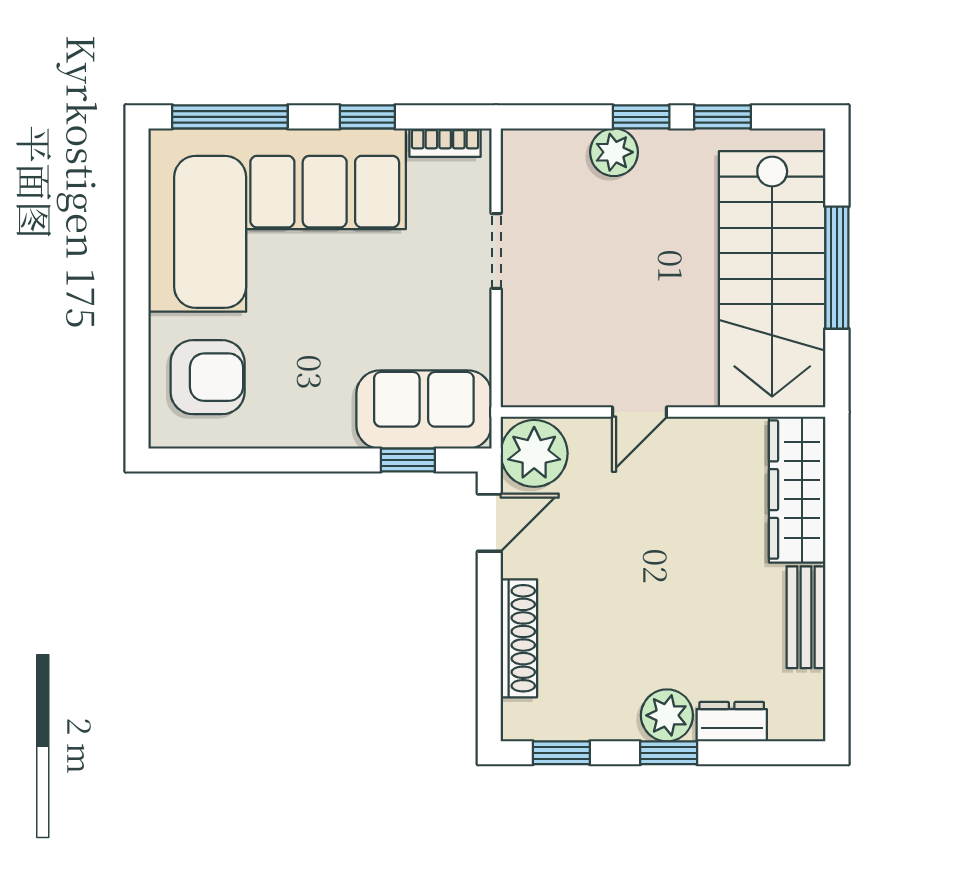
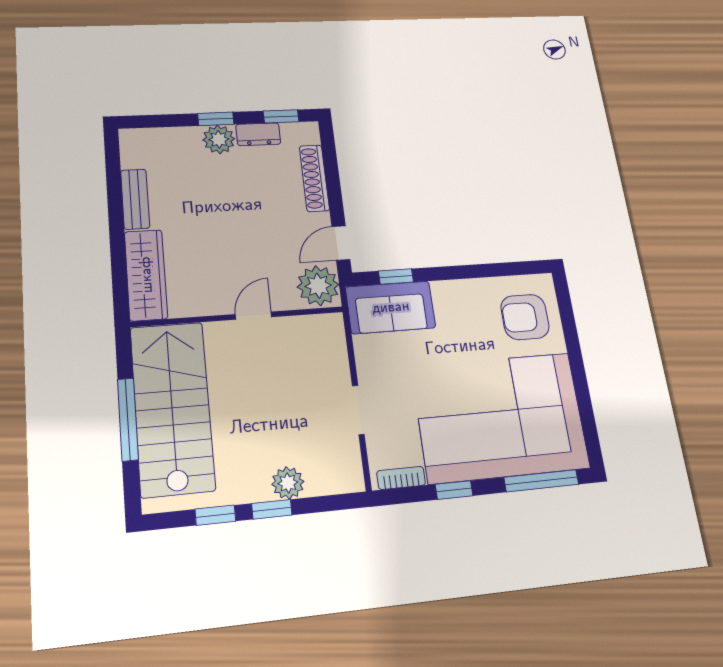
dresser: (732, 722) -> (258, 134), moved

